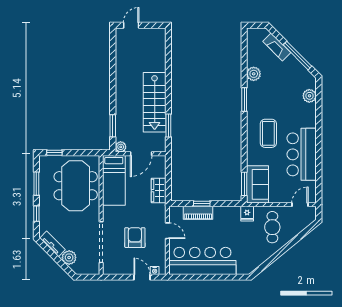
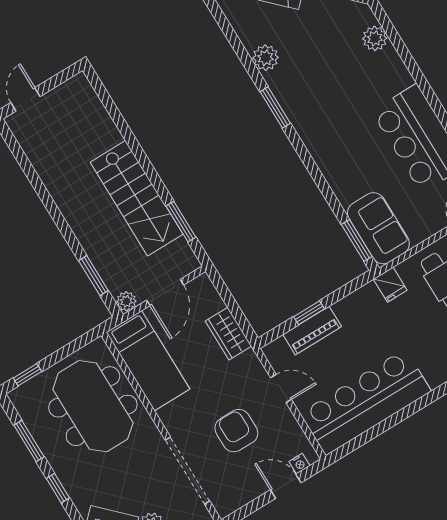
coffee table: (268, 133) -> (346, 137), removed

